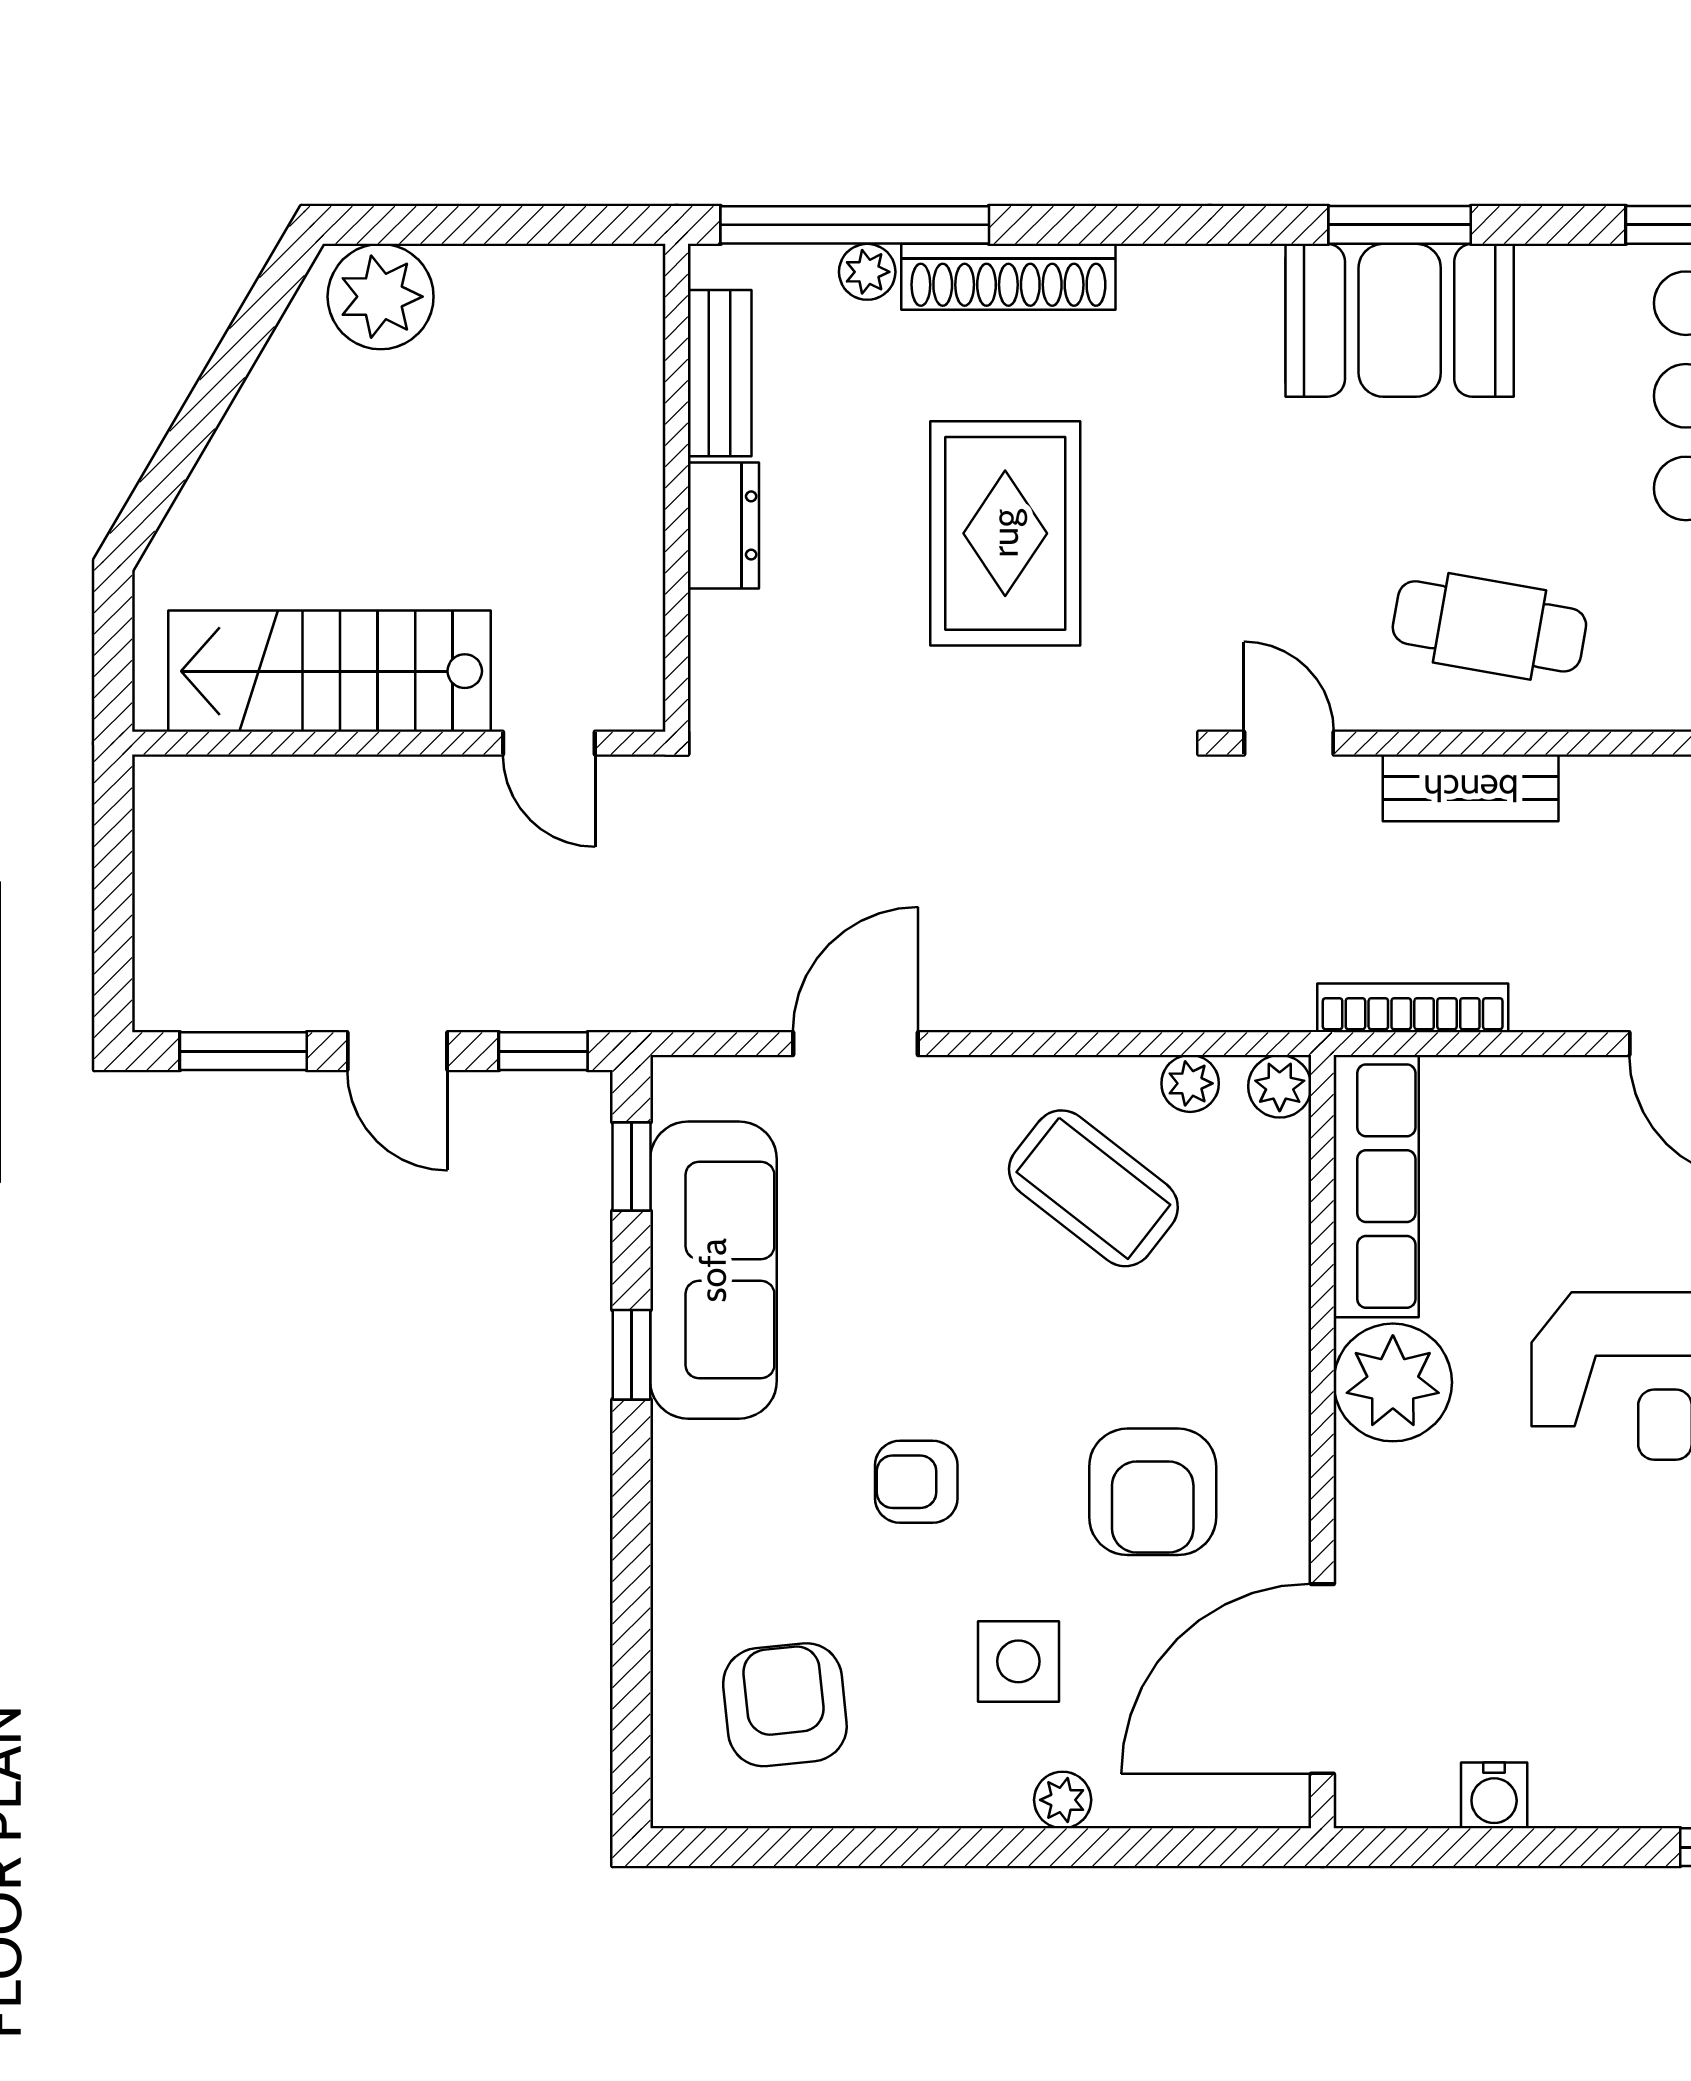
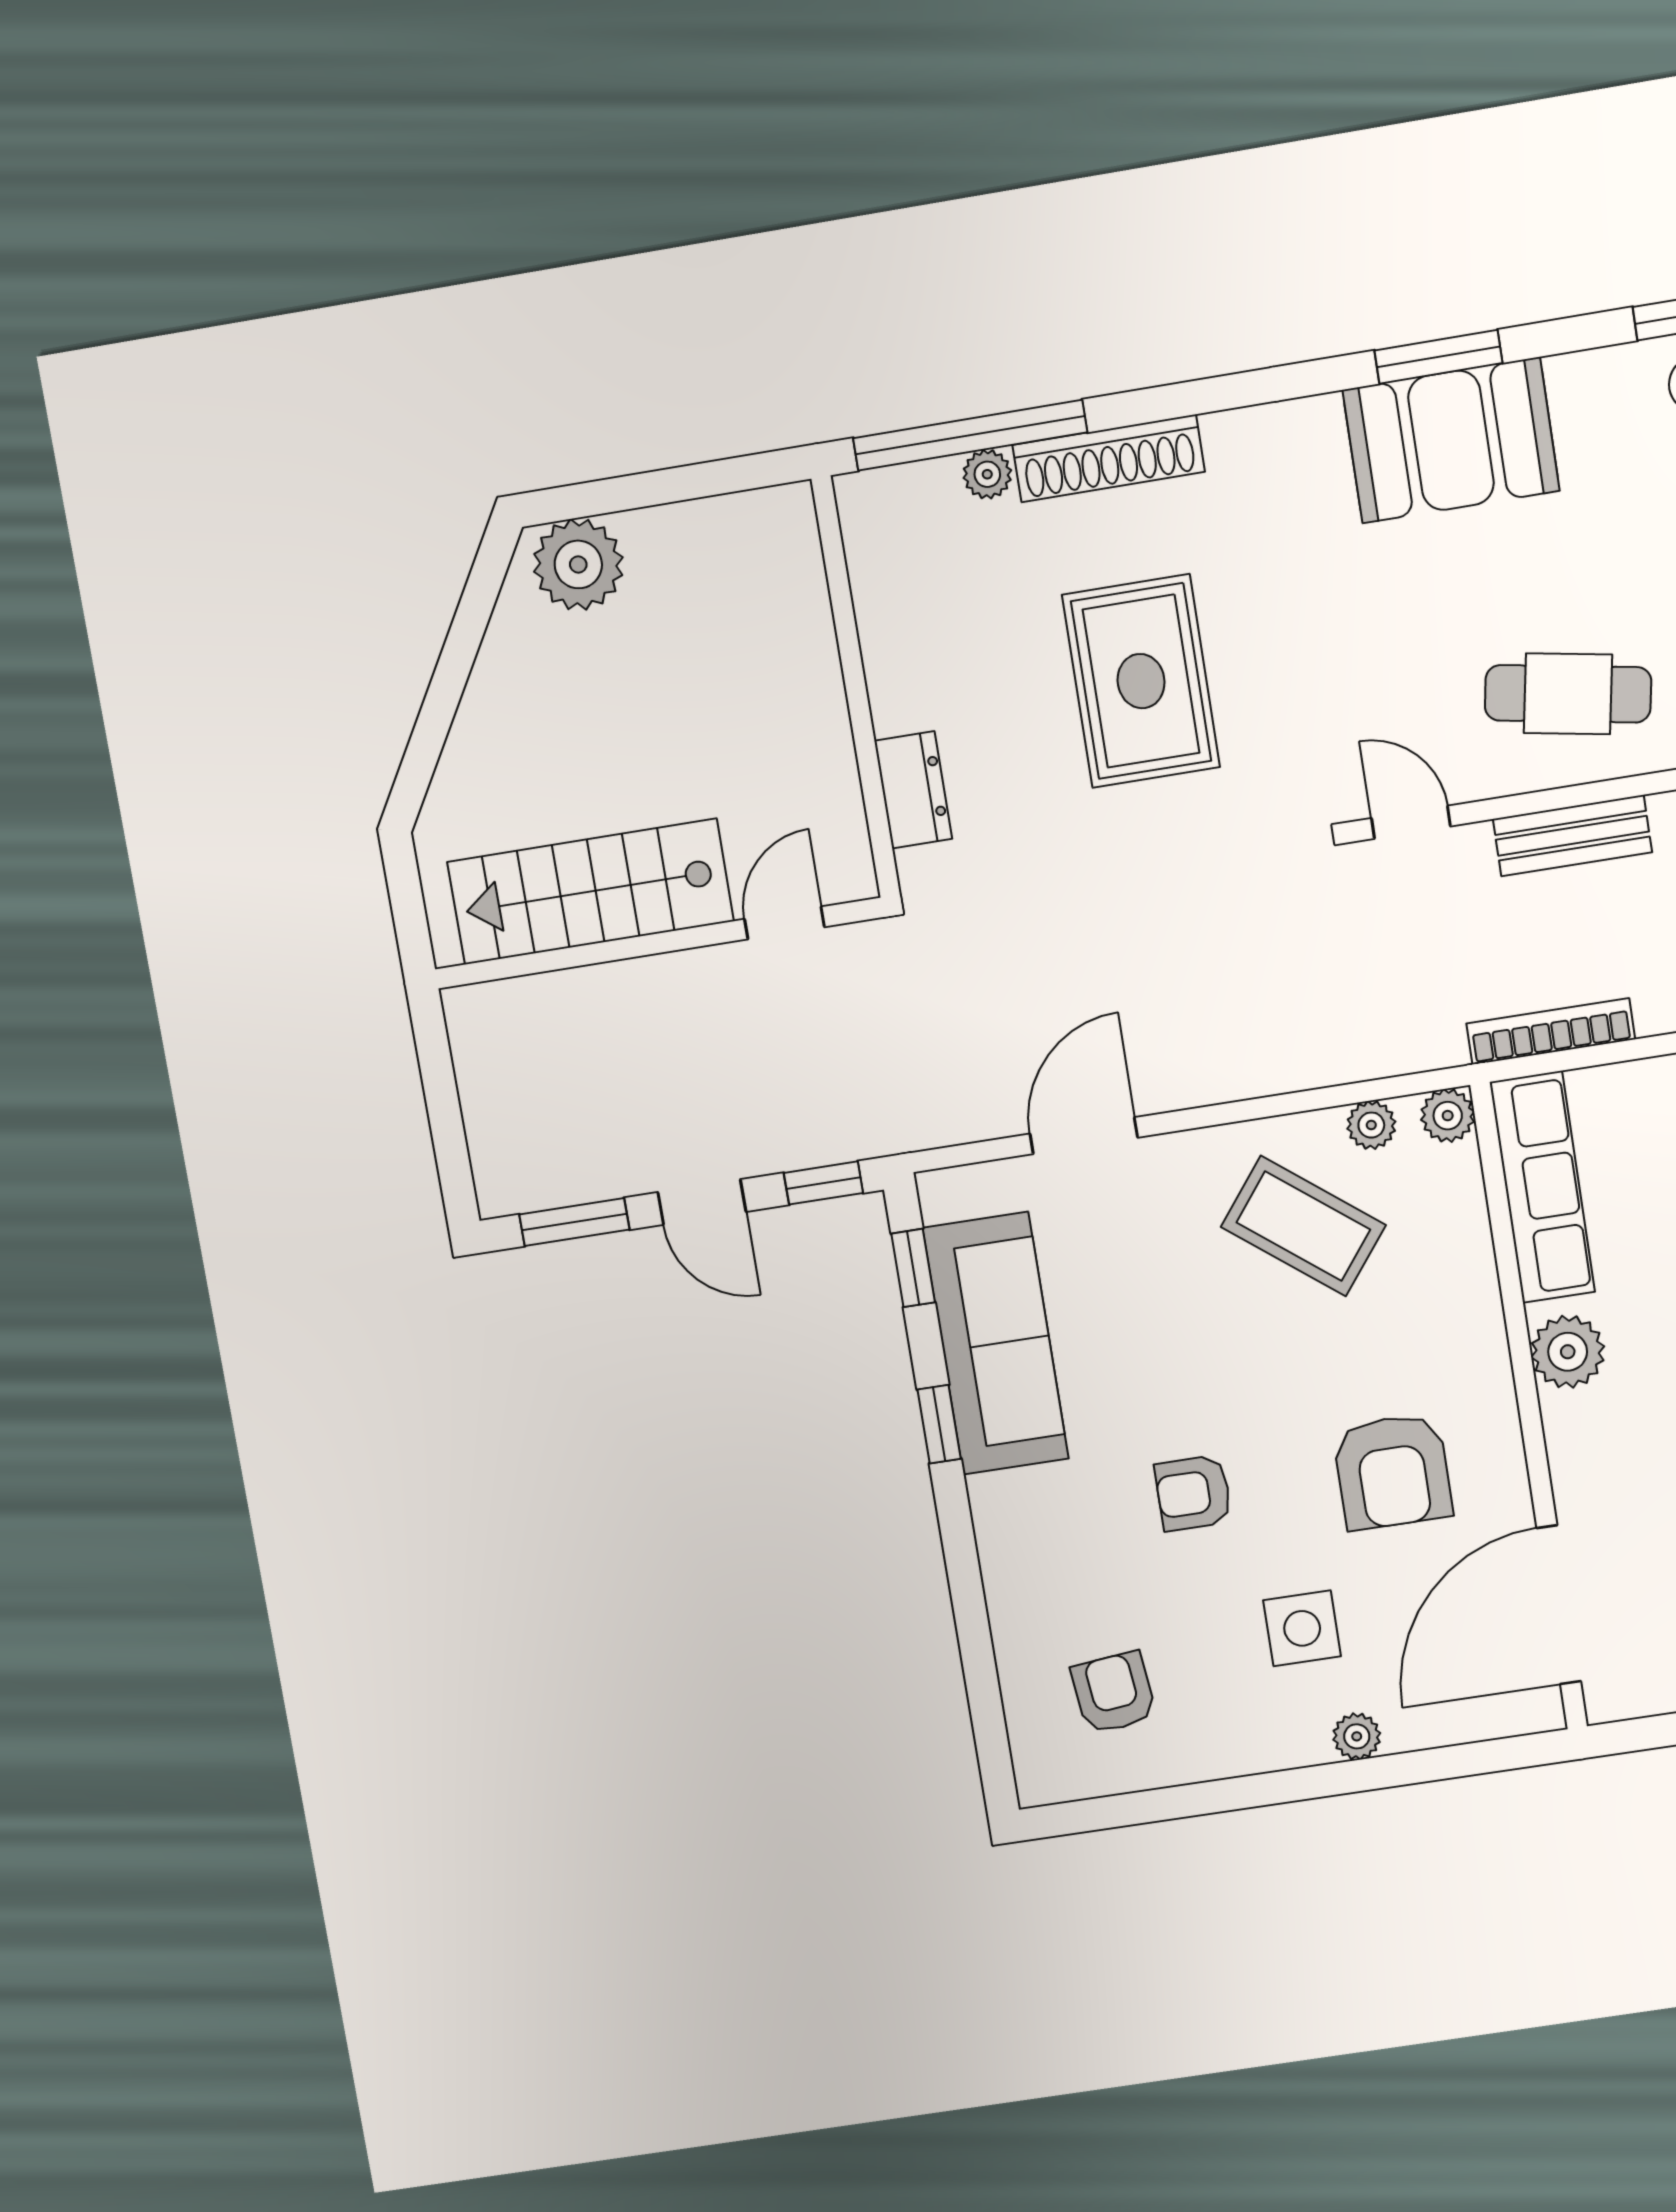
bench: (720, 373) -> (876, 583), removed
dresser: (723, 525) -> (913, 790), moved
door: (549, 743) -> (785, 923), swing flipped
plant: (1393, 1382) -> (1568, 1352), width x0.73, depth x0.73
armchair: (785, 1705) -> (1114, 1693), width x0.72, depth x0.72

